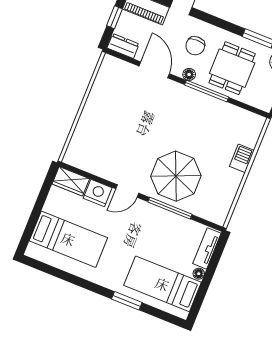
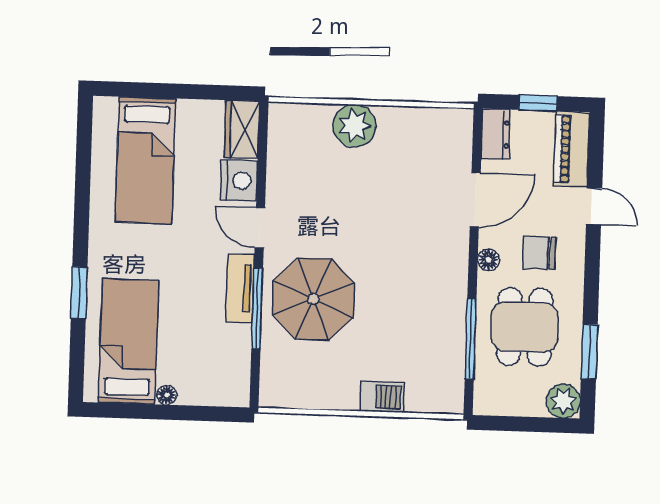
dining table: (232, 68) -> (525, 327), turned 90
window: (207, 91) -> (471, 339), moved
plant: (91, 120) -> (354, 126), added
tv unit: (207, 248) -> (240, 288), moved, turned -90

